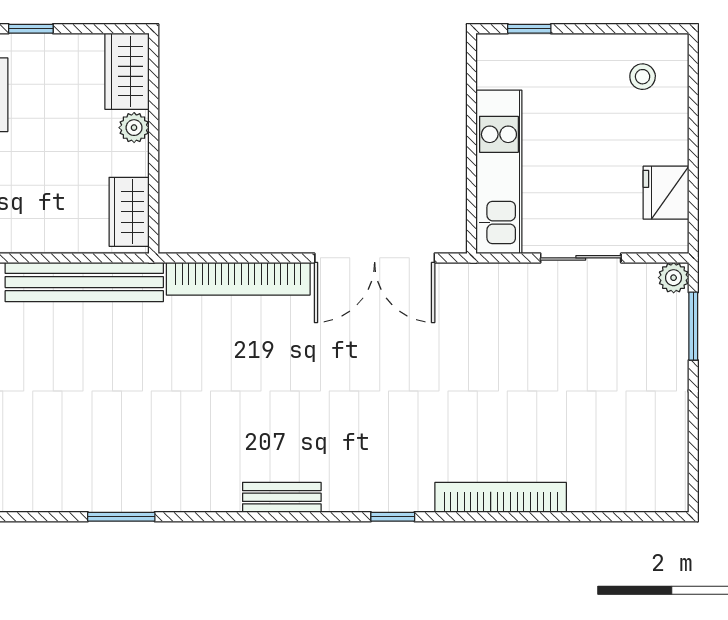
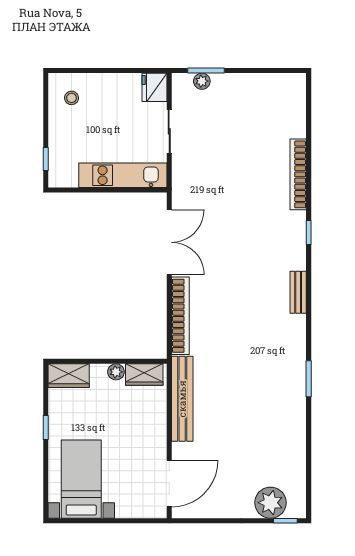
plant: (134, 128) -> (116, 372), moved
fridge: (666, 193) -> (155, 87), moved, turned 90
plant: (674, 278) -> (202, 81), moved

